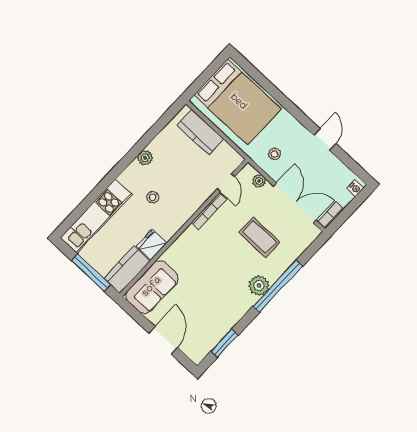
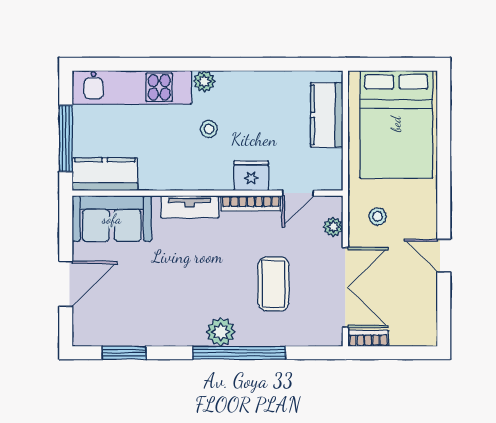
door: (325, 139) -> (444, 256), swing flipped
plant: (145, 158) -> (204, 81), moved
nightstand: (355, 188) -> (422, 337), removed
tv unit: (182, 243) -> (190, 207), added
fridge: (152, 245) -> (251, 176), moved

